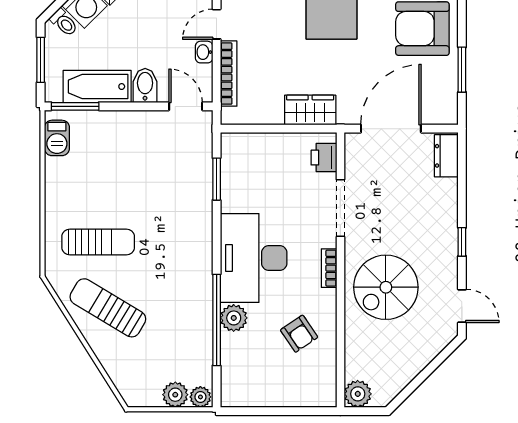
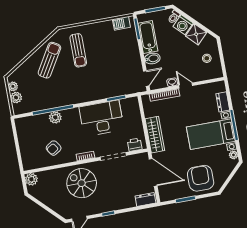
wardrobe: (310, 110) -> (155, 135), width x1.50
desk: (254, 258) -> (101, 118), moved
plant: (200, 397) -> (13, 86), moved

